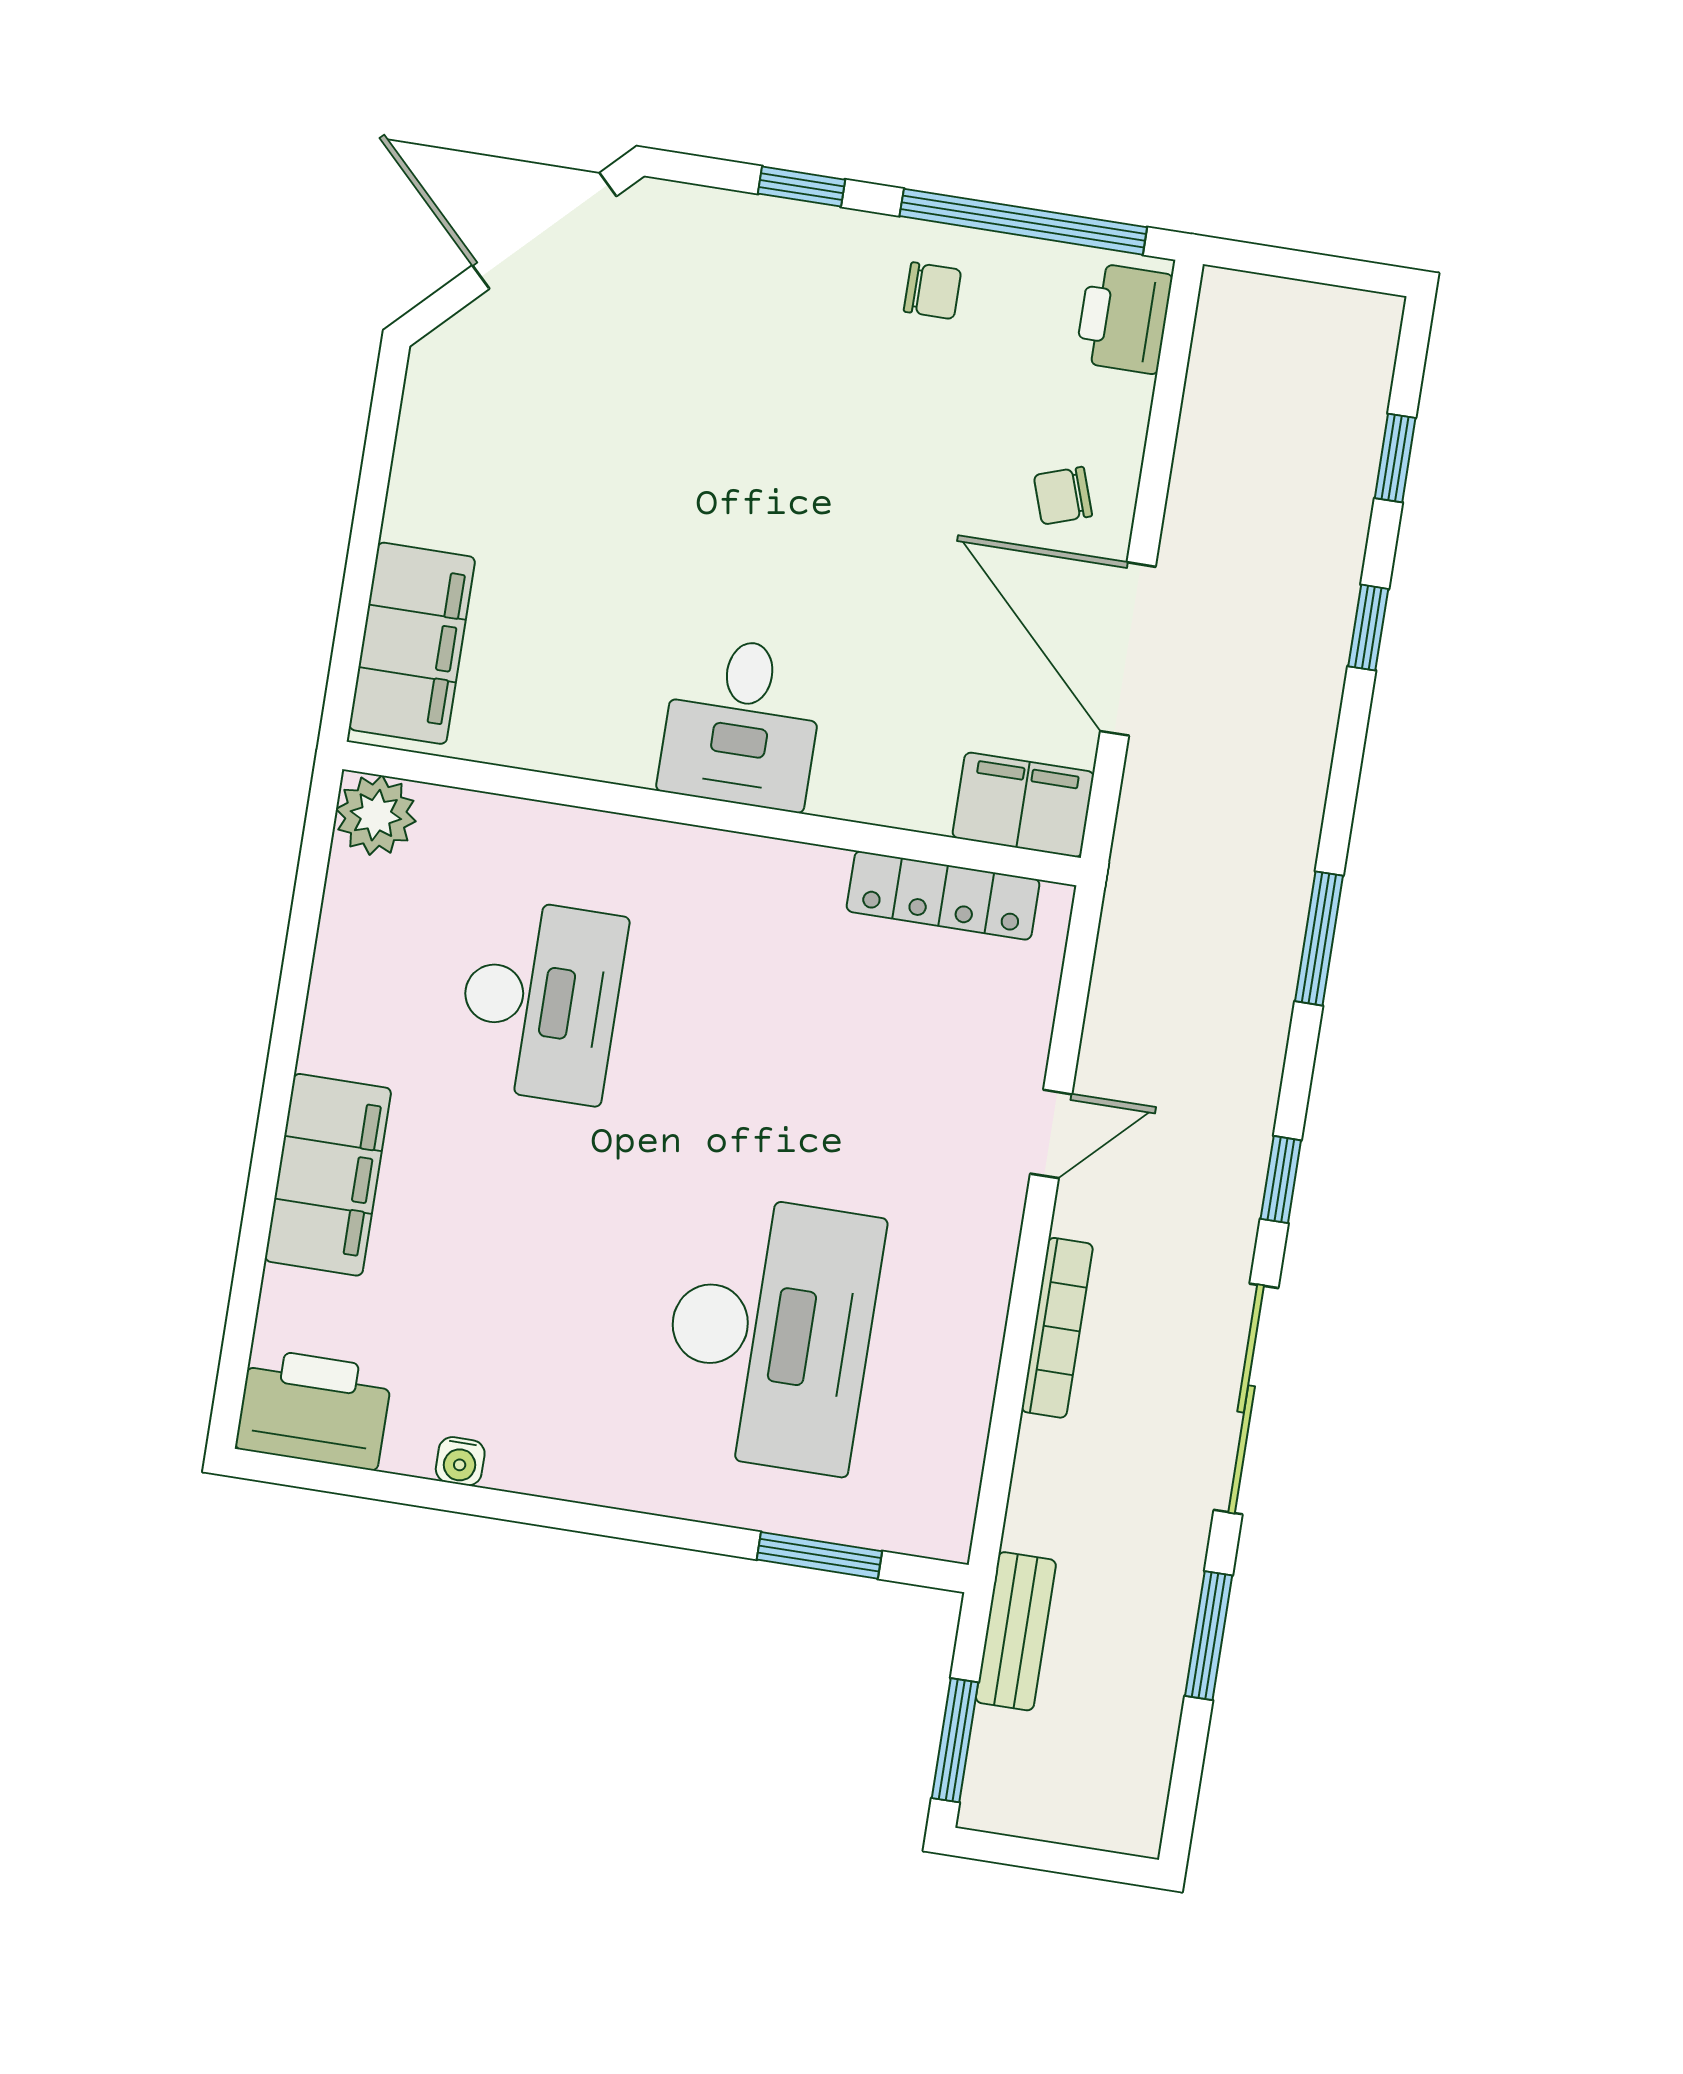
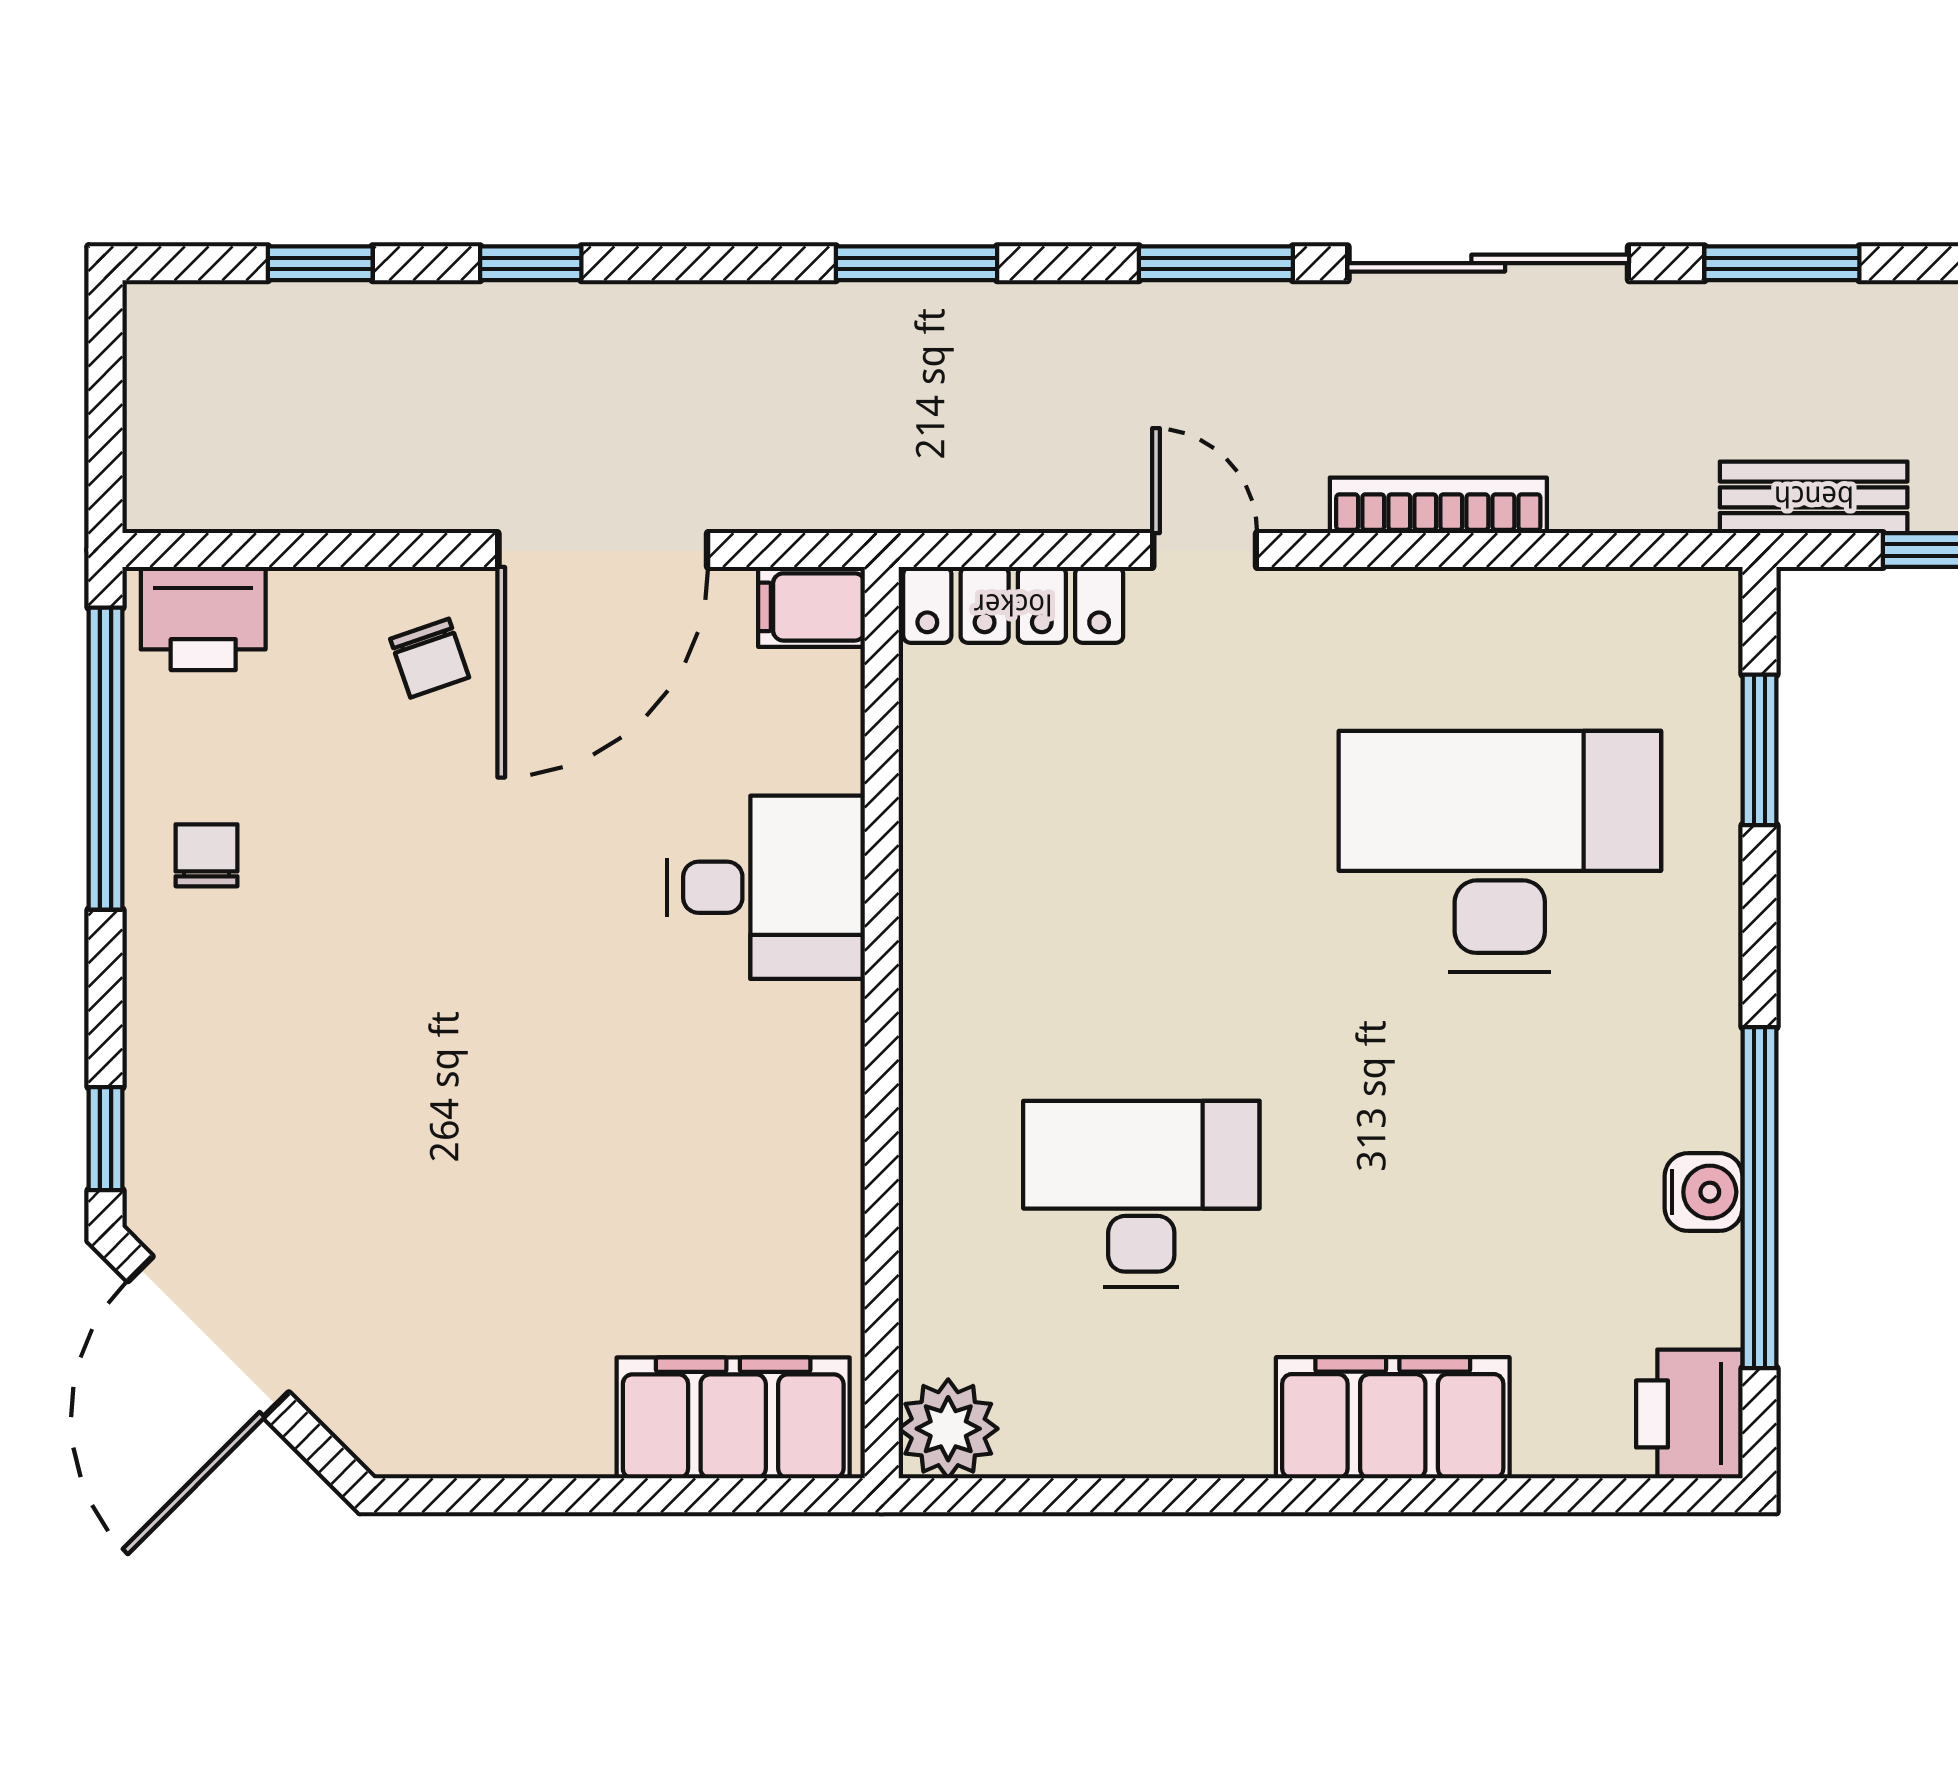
window: (802, 187) -> (105, 1139), moved
desk: (742, 723) -> (766, 887), moved
filing cabinet: (1023, 805) -> (812, 607), width x0.50
locker: (943, 895) -> (1013, 605), moved, turned 90
window: (1281, 1180) -> (1216, 263), width x1.50
printer: (314, 1409) -> (1689, 1414), width x0.73, depth x0.84
water cooler: (460, 1461) -> (1704, 1192), width x1.38, depth x1.38
window: (459, 1498) -> (1759, 1198), added

